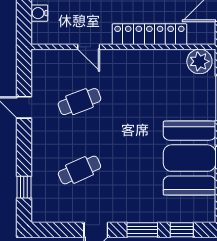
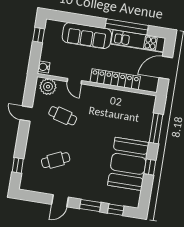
water cooler: (39, 13) -> (44, 67), moved
plant: (199, 61) -> (48, 87), moved
cafe table: (79, 102) -> (63, 116), turned 36

